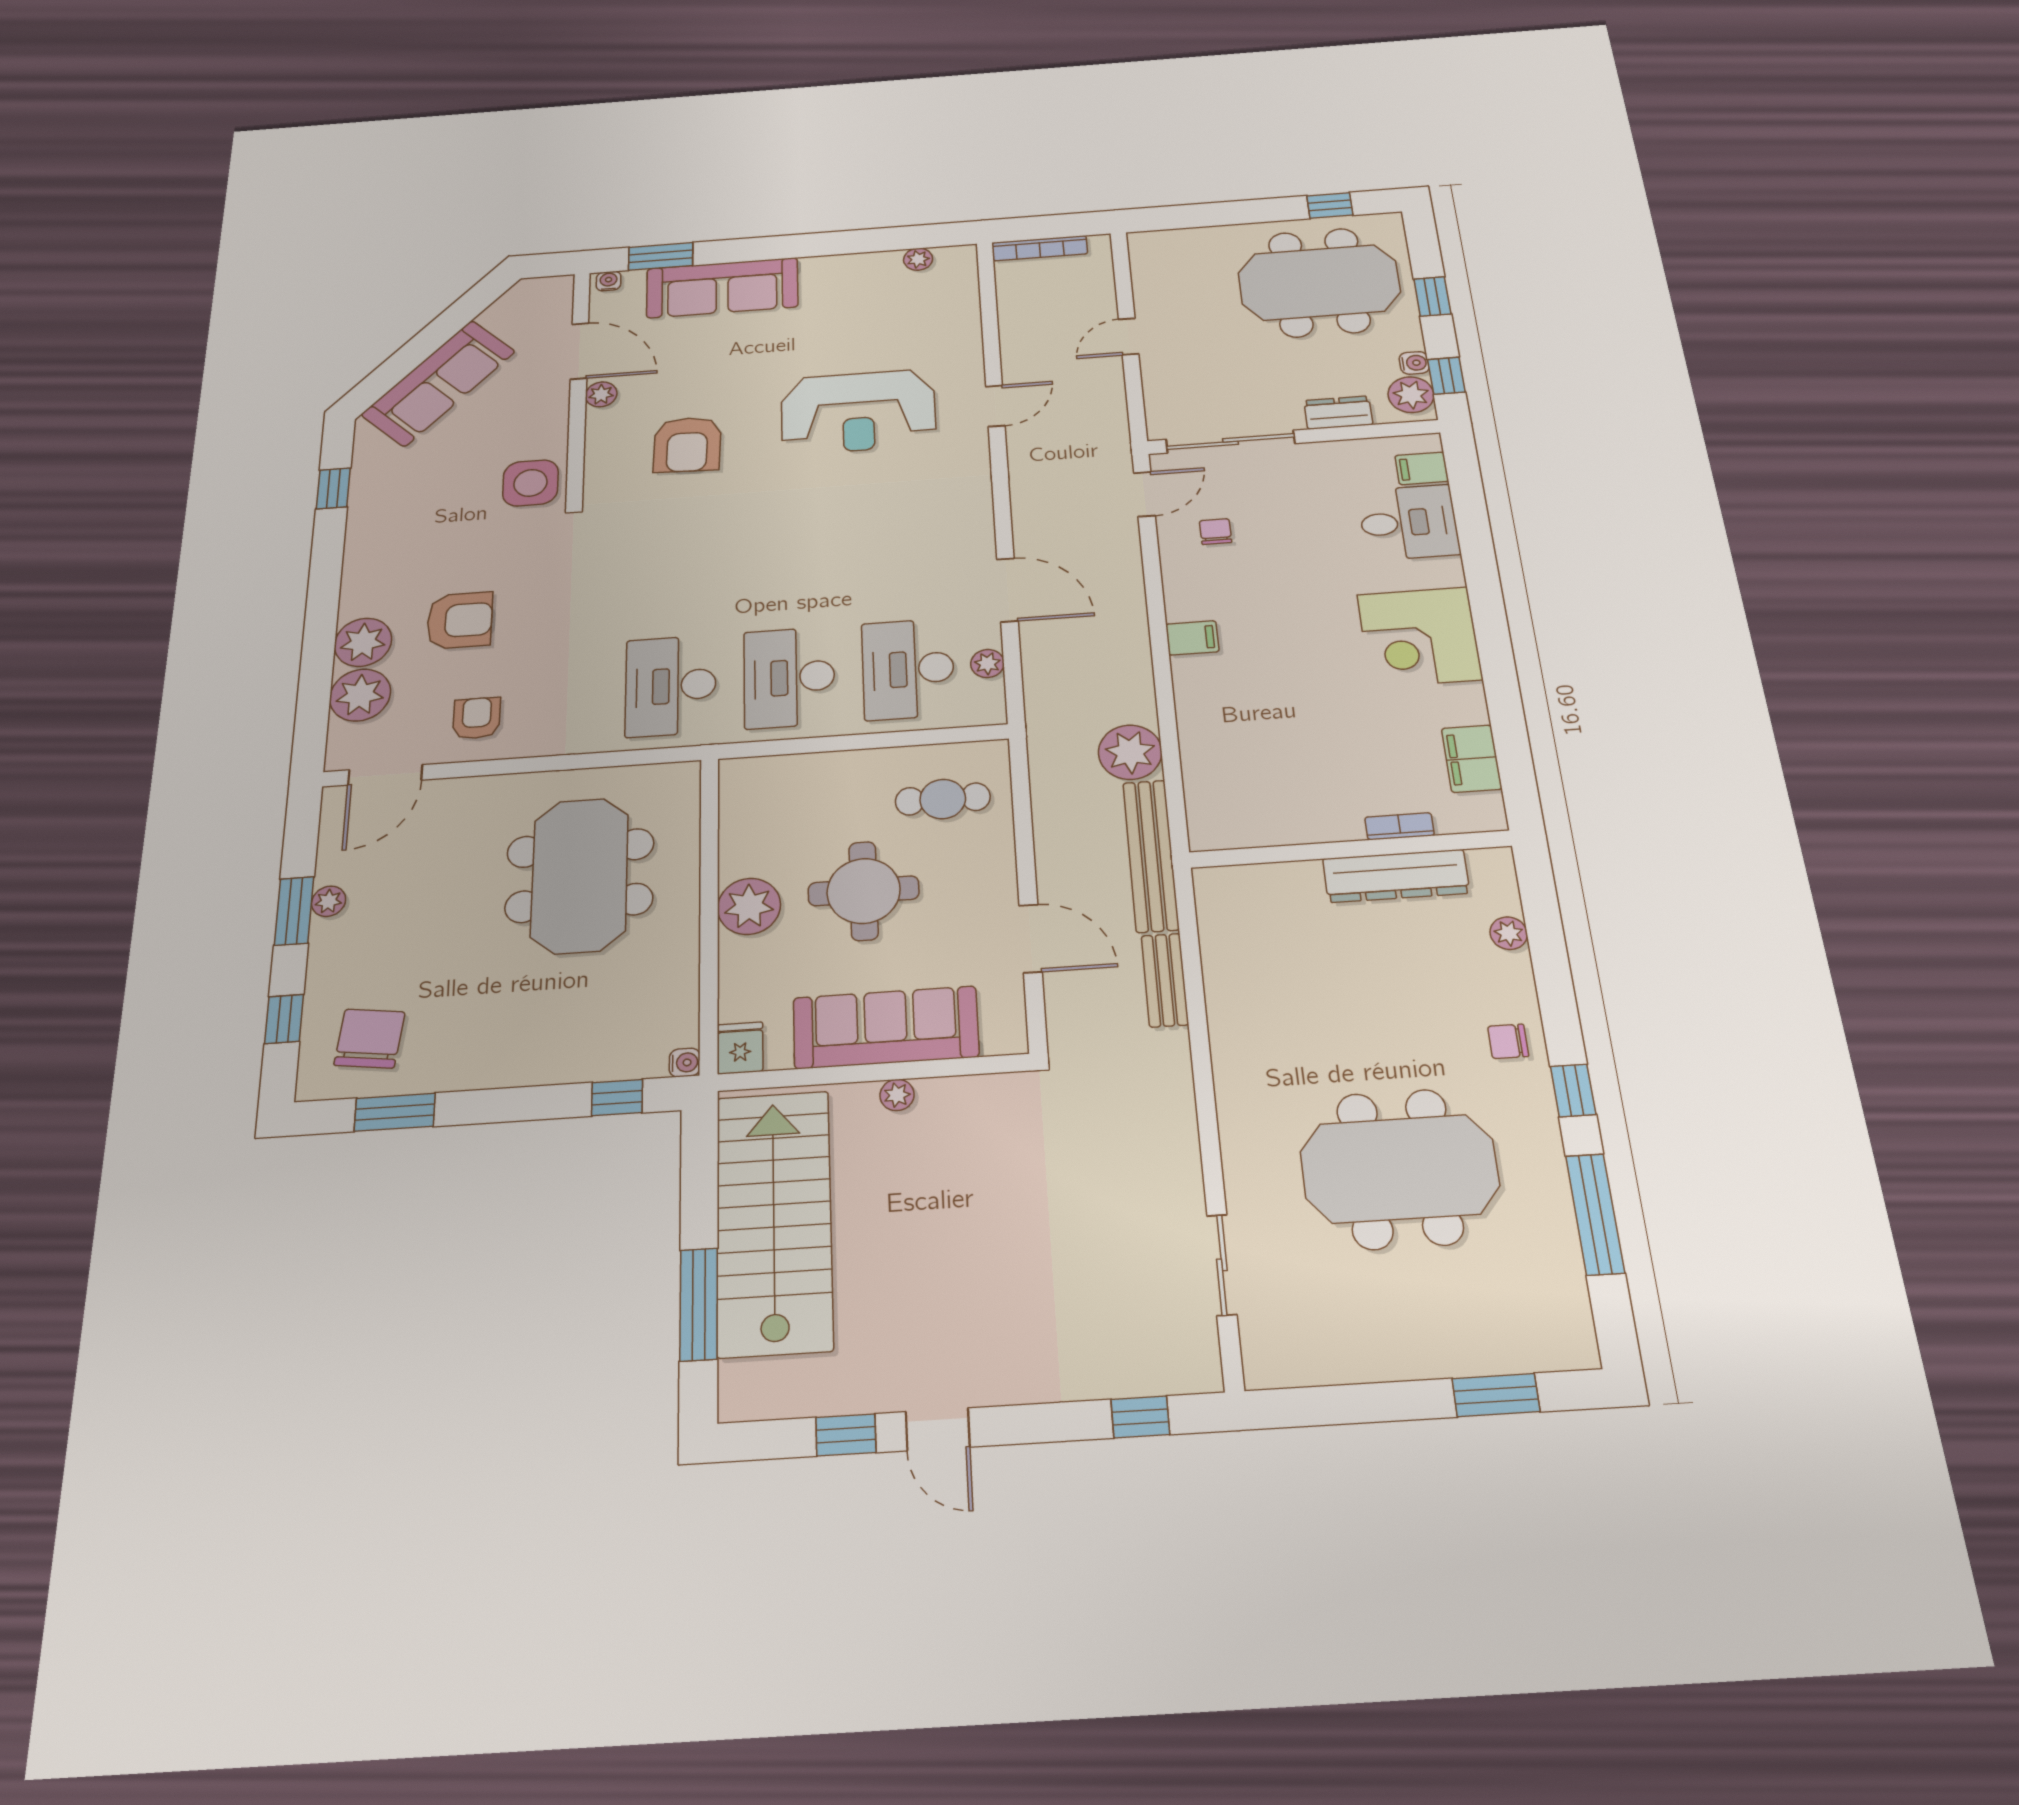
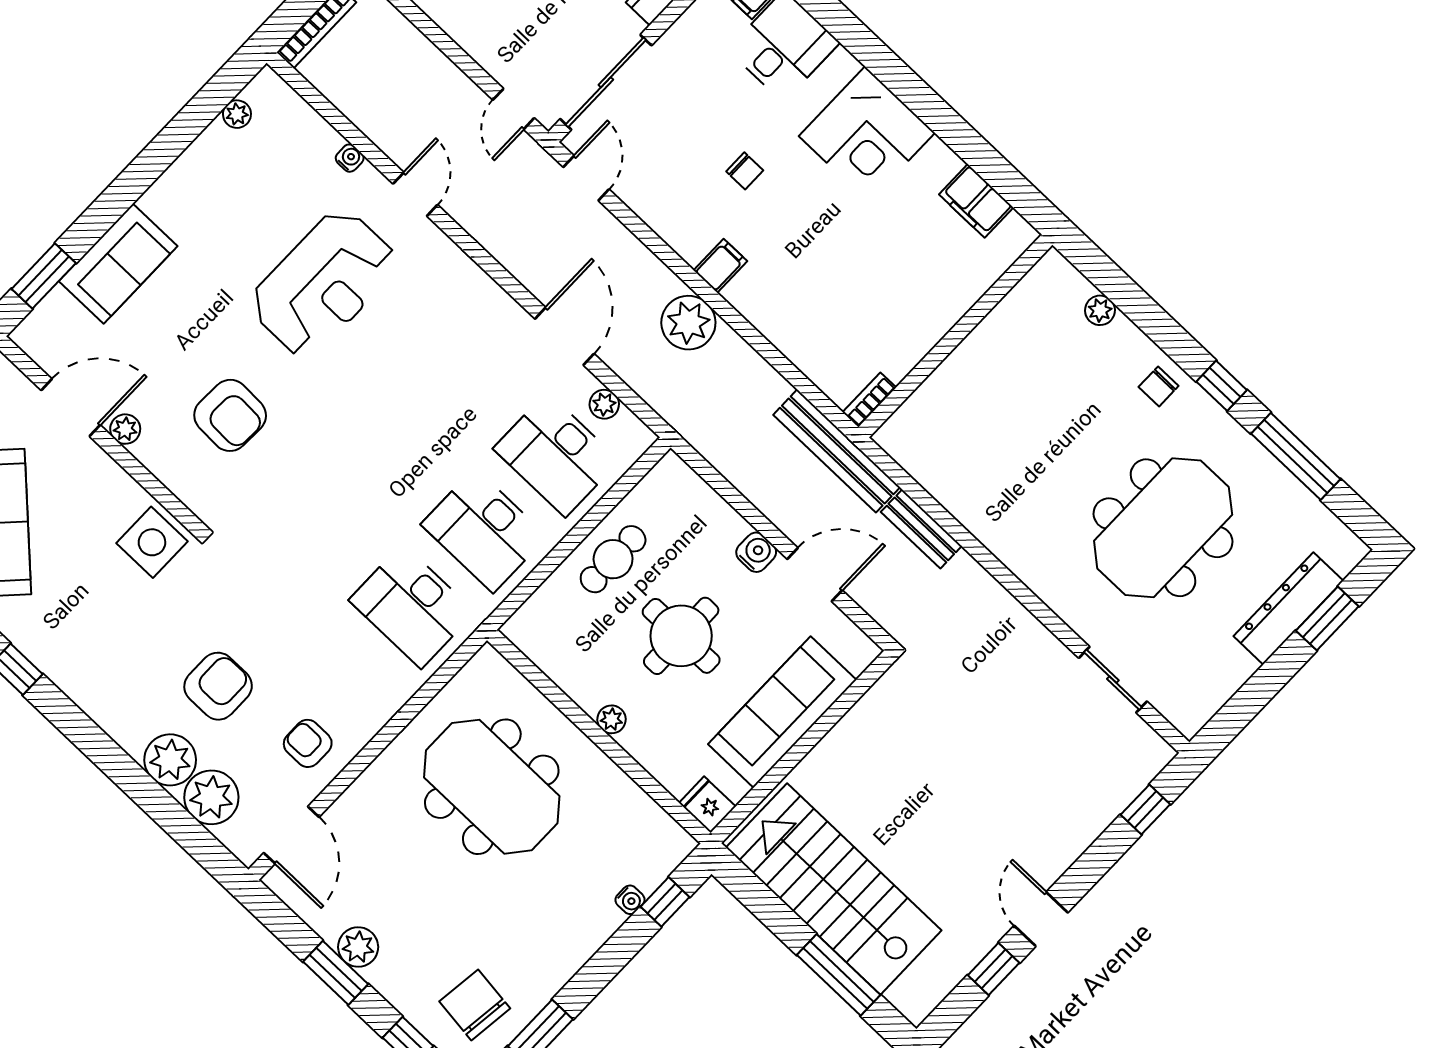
water cooler: (609, 281) -> (350, 158), moved, turned 90
sofa: (722, 288) -> (118, 264), width x0.73
door: (1129, 337) -> (514, 109), moved
chair: (1216, 532) -> (745, 171), moved, turned 180
door: (1007, 590) -> (564, 336), hinge flipped
plant: (1130, 752) -> (688, 323), moved
cafe table: (943, 799) -> (613, 559), moved
bookcase: (1400, 826) -> (869, 400), moved
dresser: (1396, 876) -> (1288, 608), moved, turned 180
water cooler: (998, 878) -> (756, 552), added
plant: (329, 901) -> (358, 947), width x1.38, depth x1.38
plant: (749, 906) -> (612, 719), width x0.53, depth x0.53
water cooler: (685, 1063) -> (630, 900), moved, turned 90
plant: (897, 1095) -> (830, 748), removed
door: (938, 1429) -> (1041, 919), swing flipped

